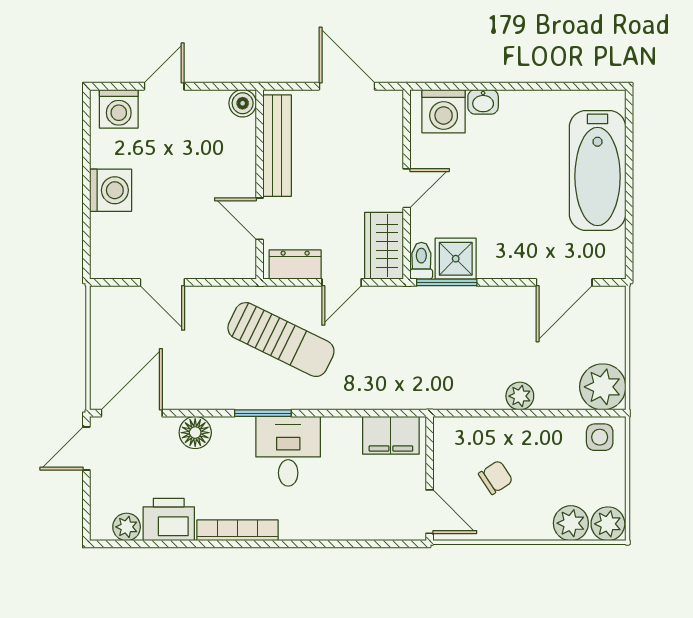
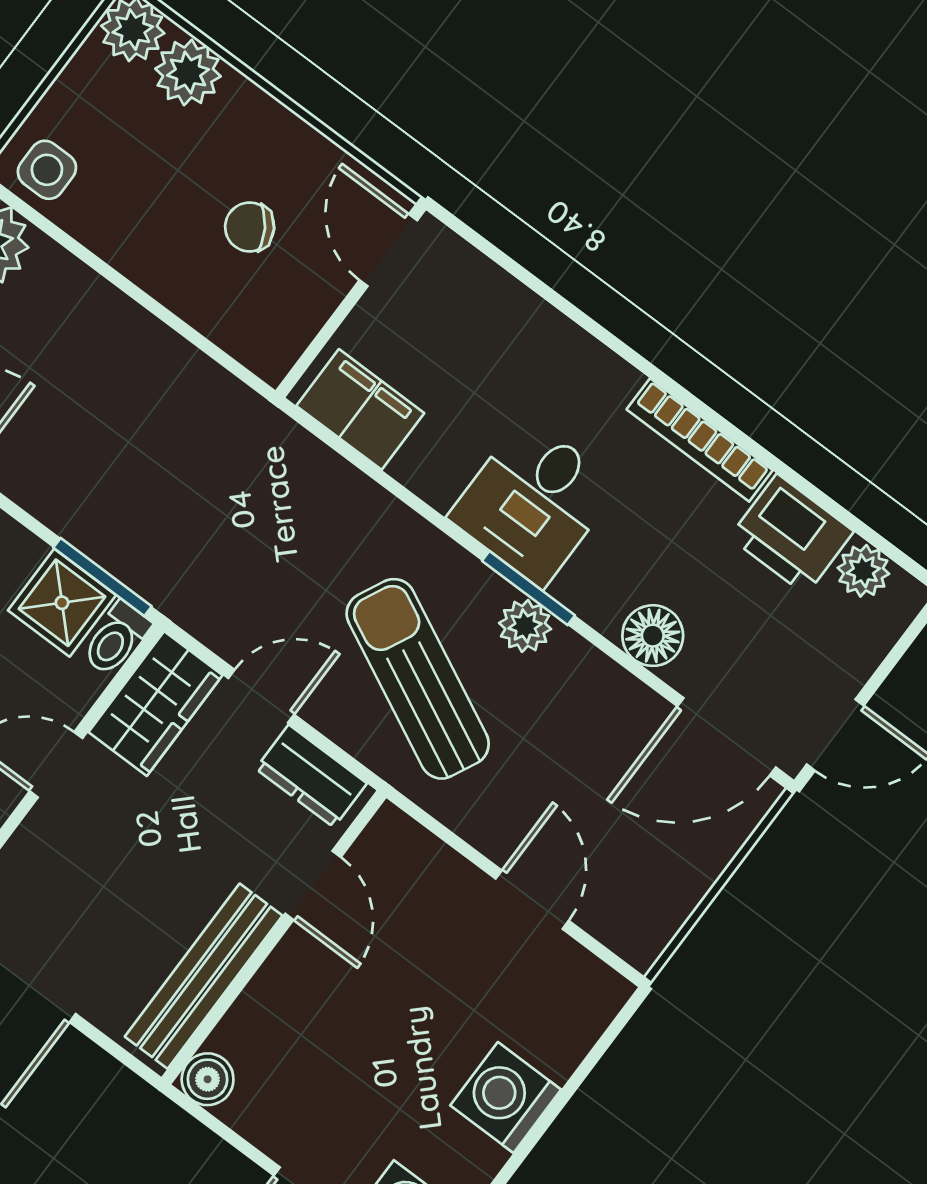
plant: (520, 396) -> (525, 626), moved

